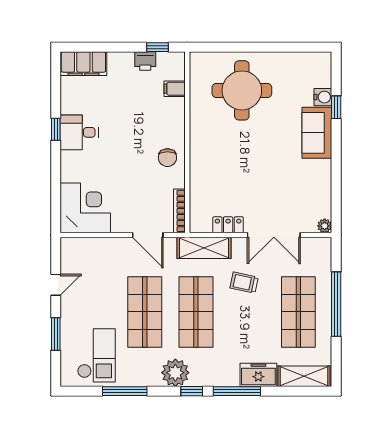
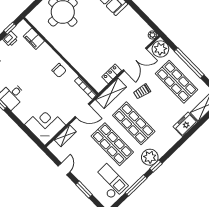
filing cabinet: (175, 89) -> (34, 39), width x2.00
shelving: (97, 245) -> (65, 136), added
plant: (318, 252) -> (160, 49), added
window: (192, 391) -> (156, 166), moved
window: (237, 391) -> (183, 140), removed

